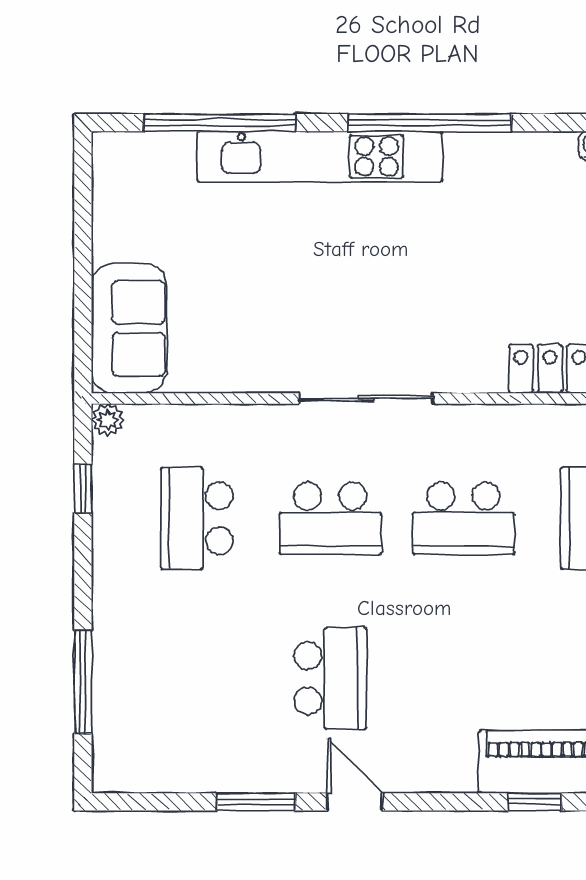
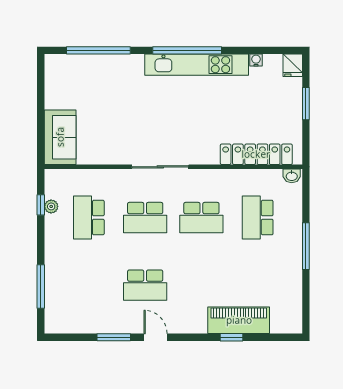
kitchen unit: (320, 157) -> (197, 65), moved
plant: (108, 420) -> (51, 206), moved
school desk: (330, 678) -> (145, 285), turned 90

